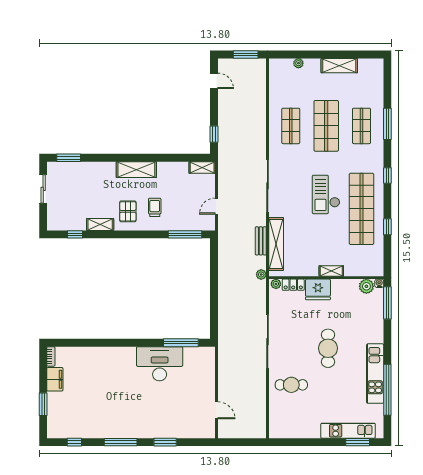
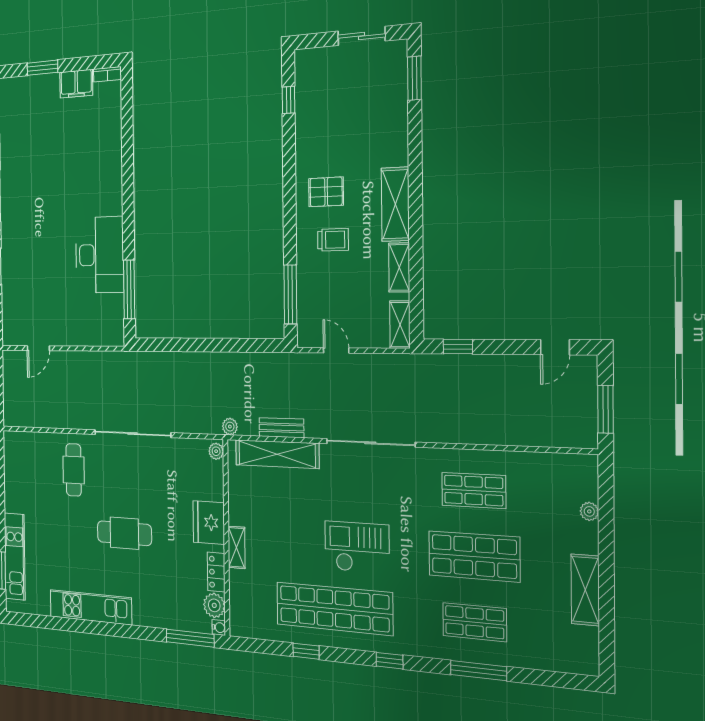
shelving: (100, 224) -> (399, 267), moved
locker: (293, 285) -> (216, 572), moved
window: (387, 390) -> (69, 625), removed

